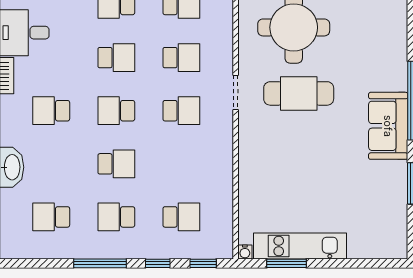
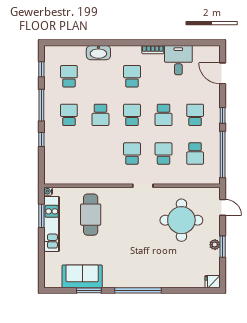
school desk: (181, 58) -> (164, 153), turned 180
cafe table: (299, 93) -> (91, 215), moved
school desk: (181, 111) -> (132, 153), turned 180
sofa: (388, 126) -> (82, 276), moved
school desk: (181, 217) -> (69, 153), removed
window: (203, 263) -> (41, 69), moved

